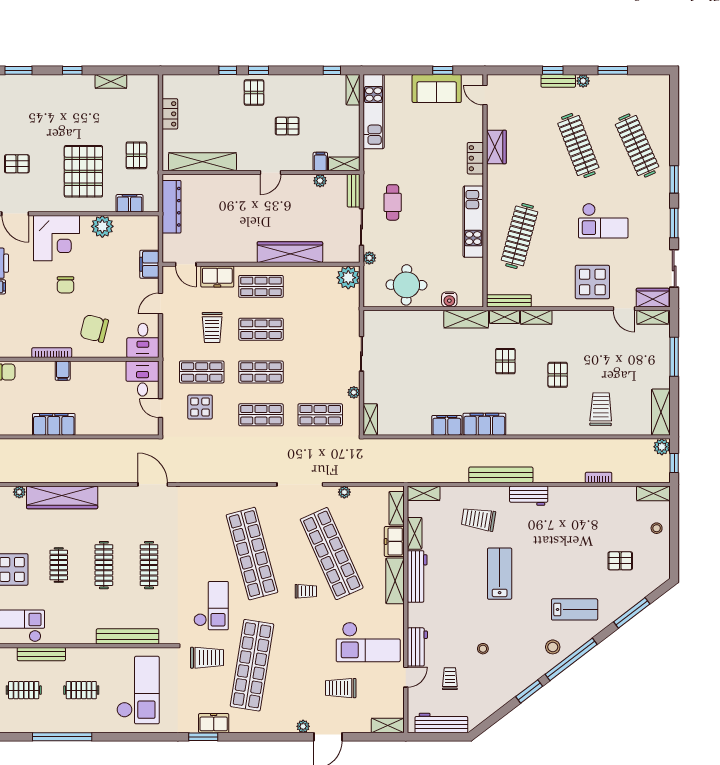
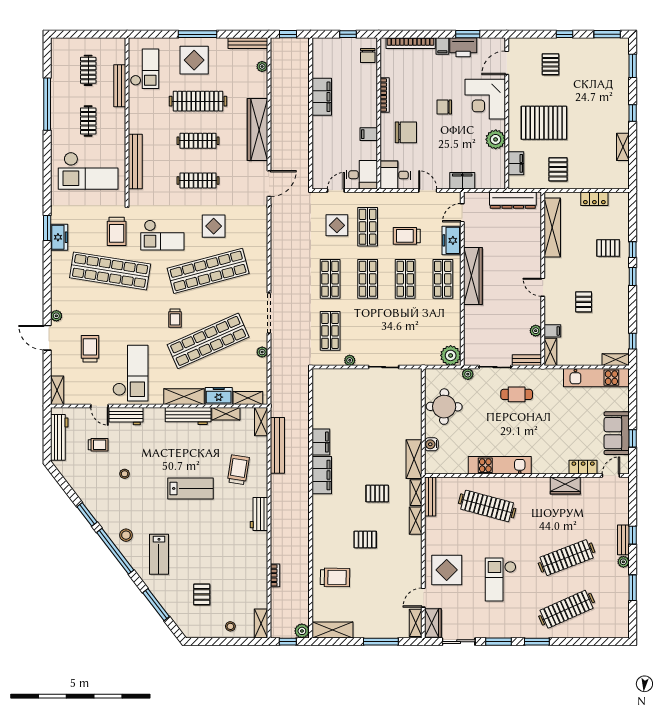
pallet: (254, 92) -> (608, 248), moved
pallet: (136, 155) -> (558, 169), turned 90
locker: (475, 158) -> (583, 467), moved
wardrobe: (290, 252) -> (473, 276), moved
chair: (94, 329) -> (406, 132), turned 76
filing cabinet: (63, 371) -> (369, 134), moved
shelving: (370, 419) -> (326, 375), removed
bench: (501, 475) -> (277, 445), moved
wardrobe: (62, 497) -> (257, 130), moved
display table: (201, 547) -> (214, 226), added
clothes rail: (59, 565) -> (198, 101), width x1.86, depth x1.31
checkout: (368, 642) -> (130, 373), turned 180

